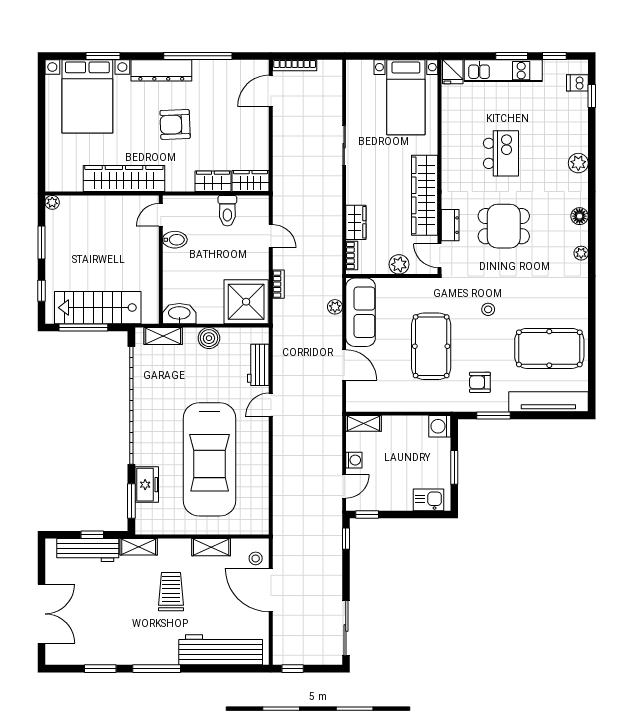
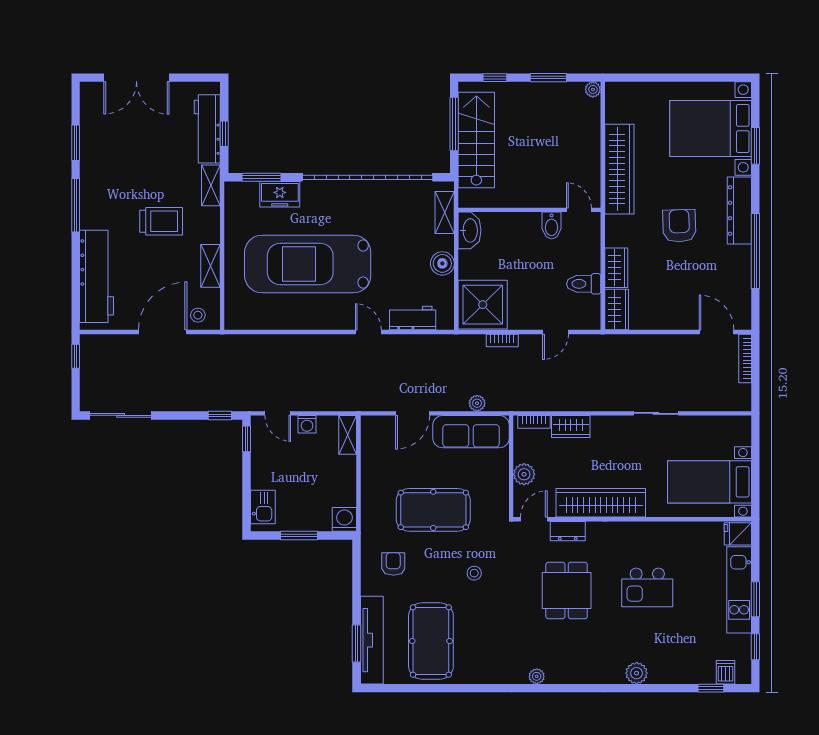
floor lamp: (580, 216) -> (578, 675), removed
window: (493, 415) -> (356, 643), moved

